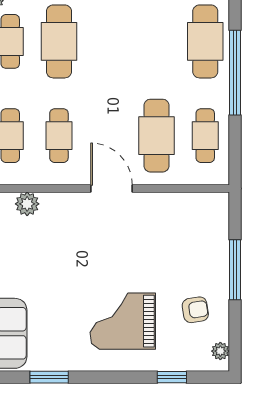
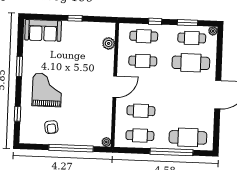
cafe table: (156, 136) -> (141, 111), width x0.73, depth x0.74
window: (235, 270) -> (71, 148), width x1.46
plant: (220, 351) -> (106, 142), moved
window: (49, 377) -> (19, 66), moved

